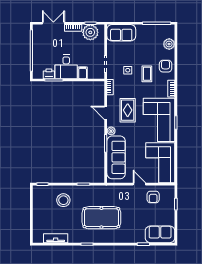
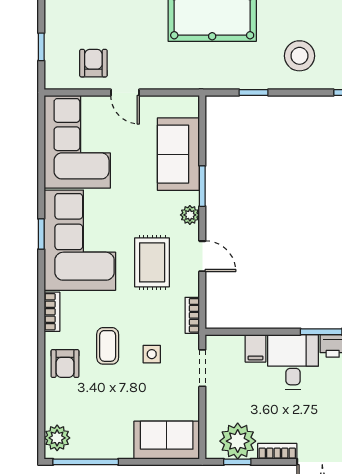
plant: (169, 44) -> (57, 438), moved
sofa: (116, 157) -> (178, 154), width x0.73

